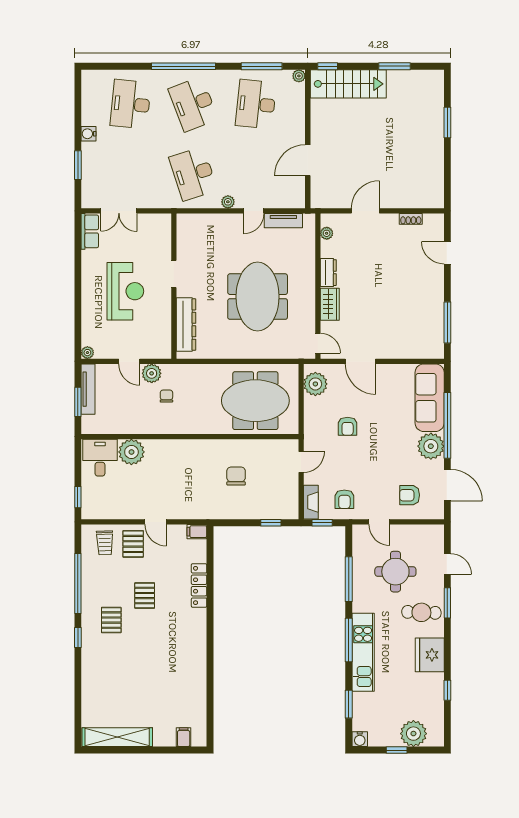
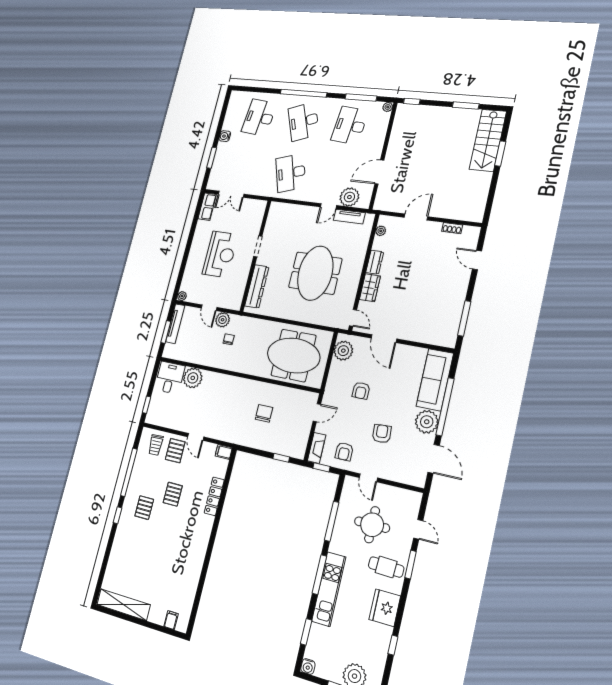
stairs: (348, 84) -> (488, 140), moved, turned 90
plant: (228, 202) -> (349, 197), moved, width x1.87, depth x1.87
armchair: (410, 495) -> (382, 434), moved, turned 86

